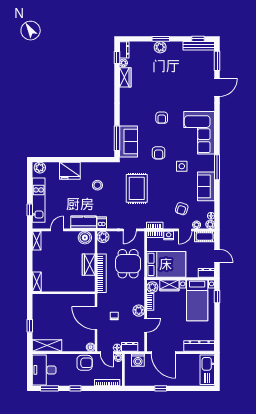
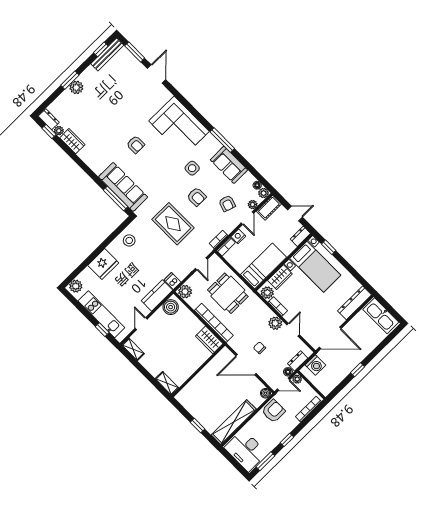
sofa: (129, 142) -> (123, 187), width x1.36
armchair: (159, 153) -> (197, 197), moved
stool: (97, 185) -> (129, 240), moved
bed: (166, 264) -> (264, 266), width x0.67
wardrobe: (89, 265) -> (209, 340), moved
shelving: (47, 346) -> (234, 422), width x1.47

